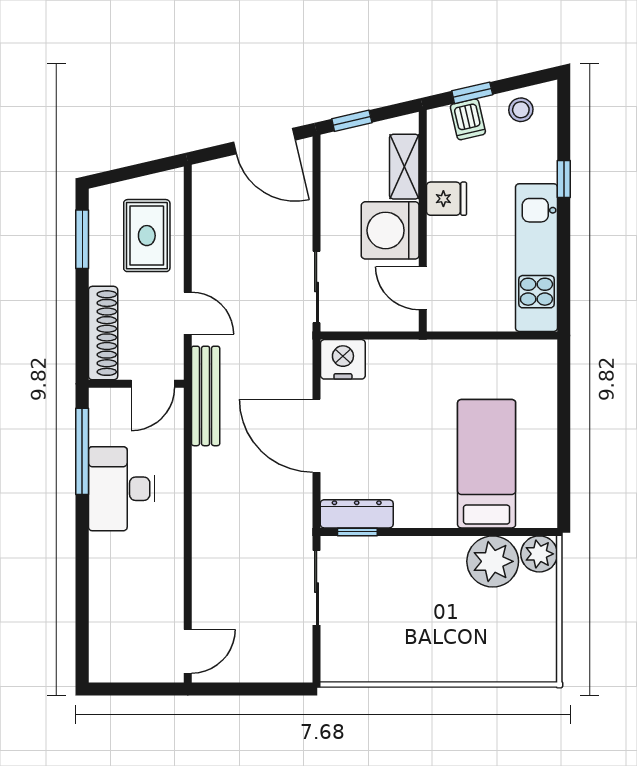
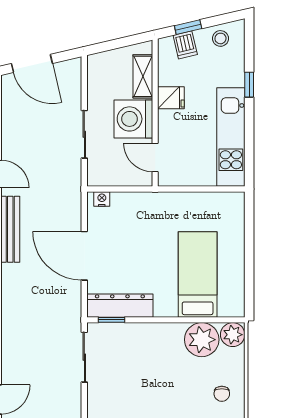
window: (352, 121) -> (108, 46), removed
door: (264, 141) -> (32, 63), moved
sliding door: (317, 287) -> (84, 134), moved
nightstand: (343, 359) -> (102, 199), width x0.53, depth x0.56
dresser: (357, 514) -> (120, 306), width x1.37, depth x1.24
chair: (523, 643) -> (222, 394), added

